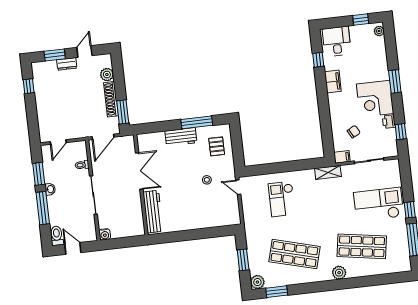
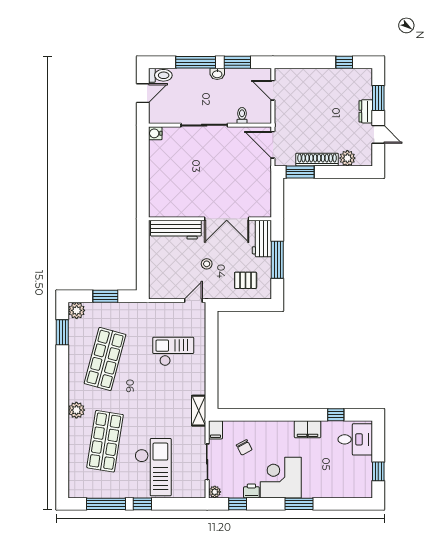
plant: (379, 31) -> (215, 492), moved
double door: (139, 171) -> (227, 219), moved
wall: (141, 185) -> (210, 219), moved
workbench: (153, 212) -> (176, 230), moved

